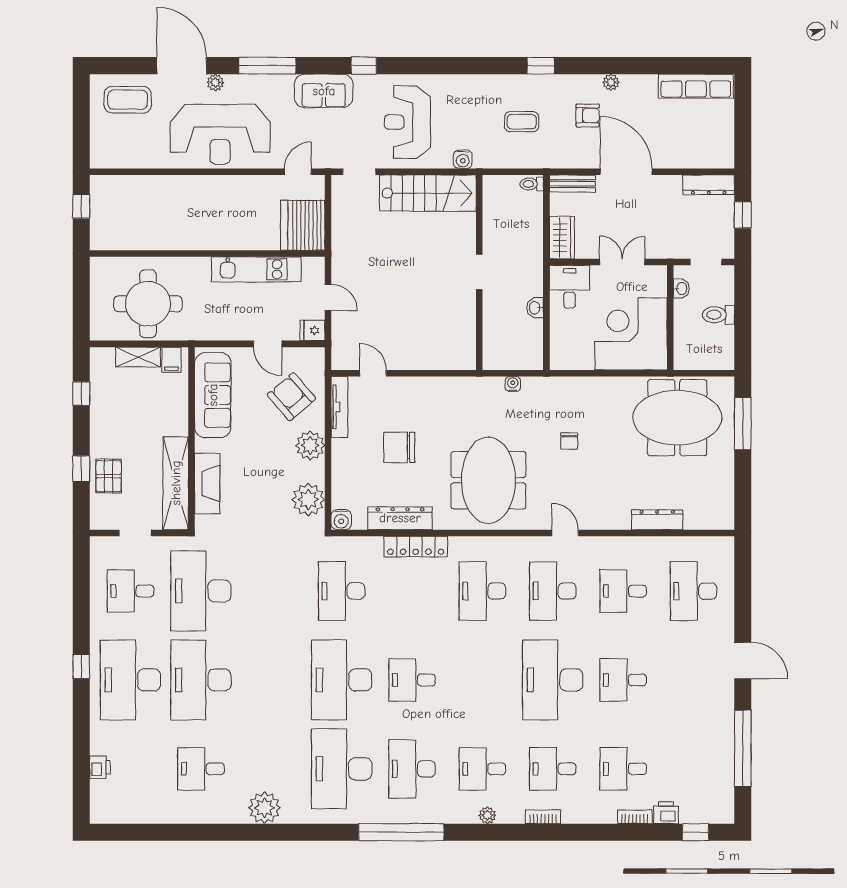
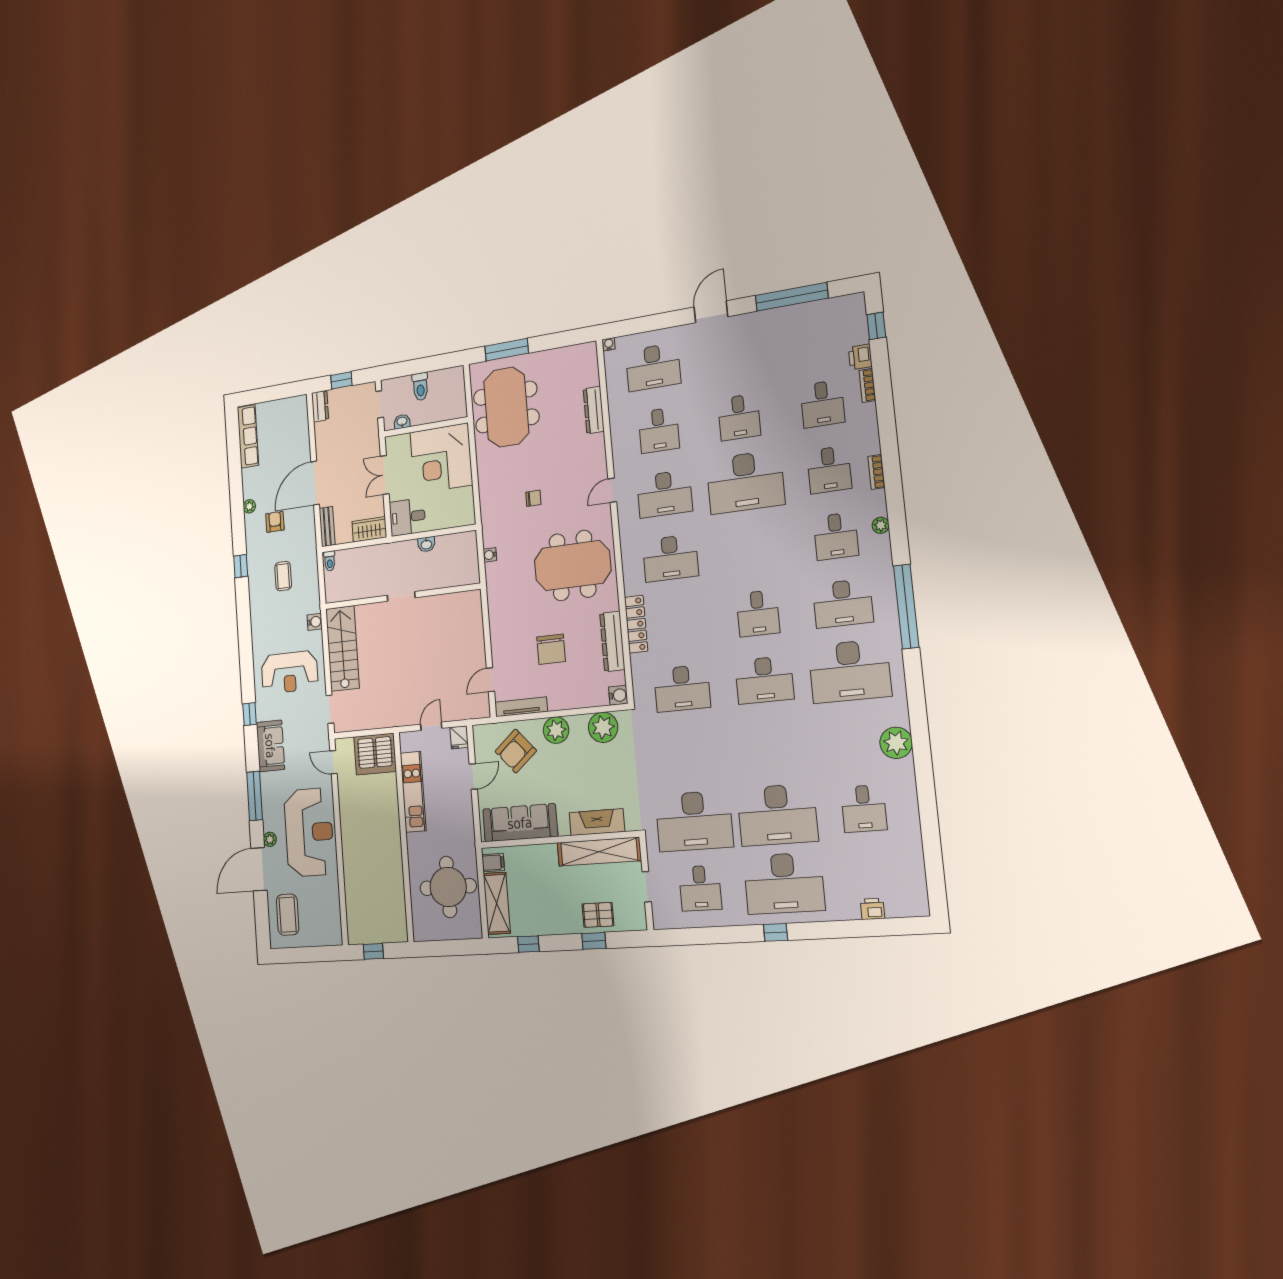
dresser: (709, 185) -> (320, 406), width x0.70
shelving: (138, 357) -> (497, 903), width x1.50, depth x1.33
water cooler: (728, 543) -> (609, 344), added
desk: (342, 680) -> (764, 680), width x0.73, depth x0.77

